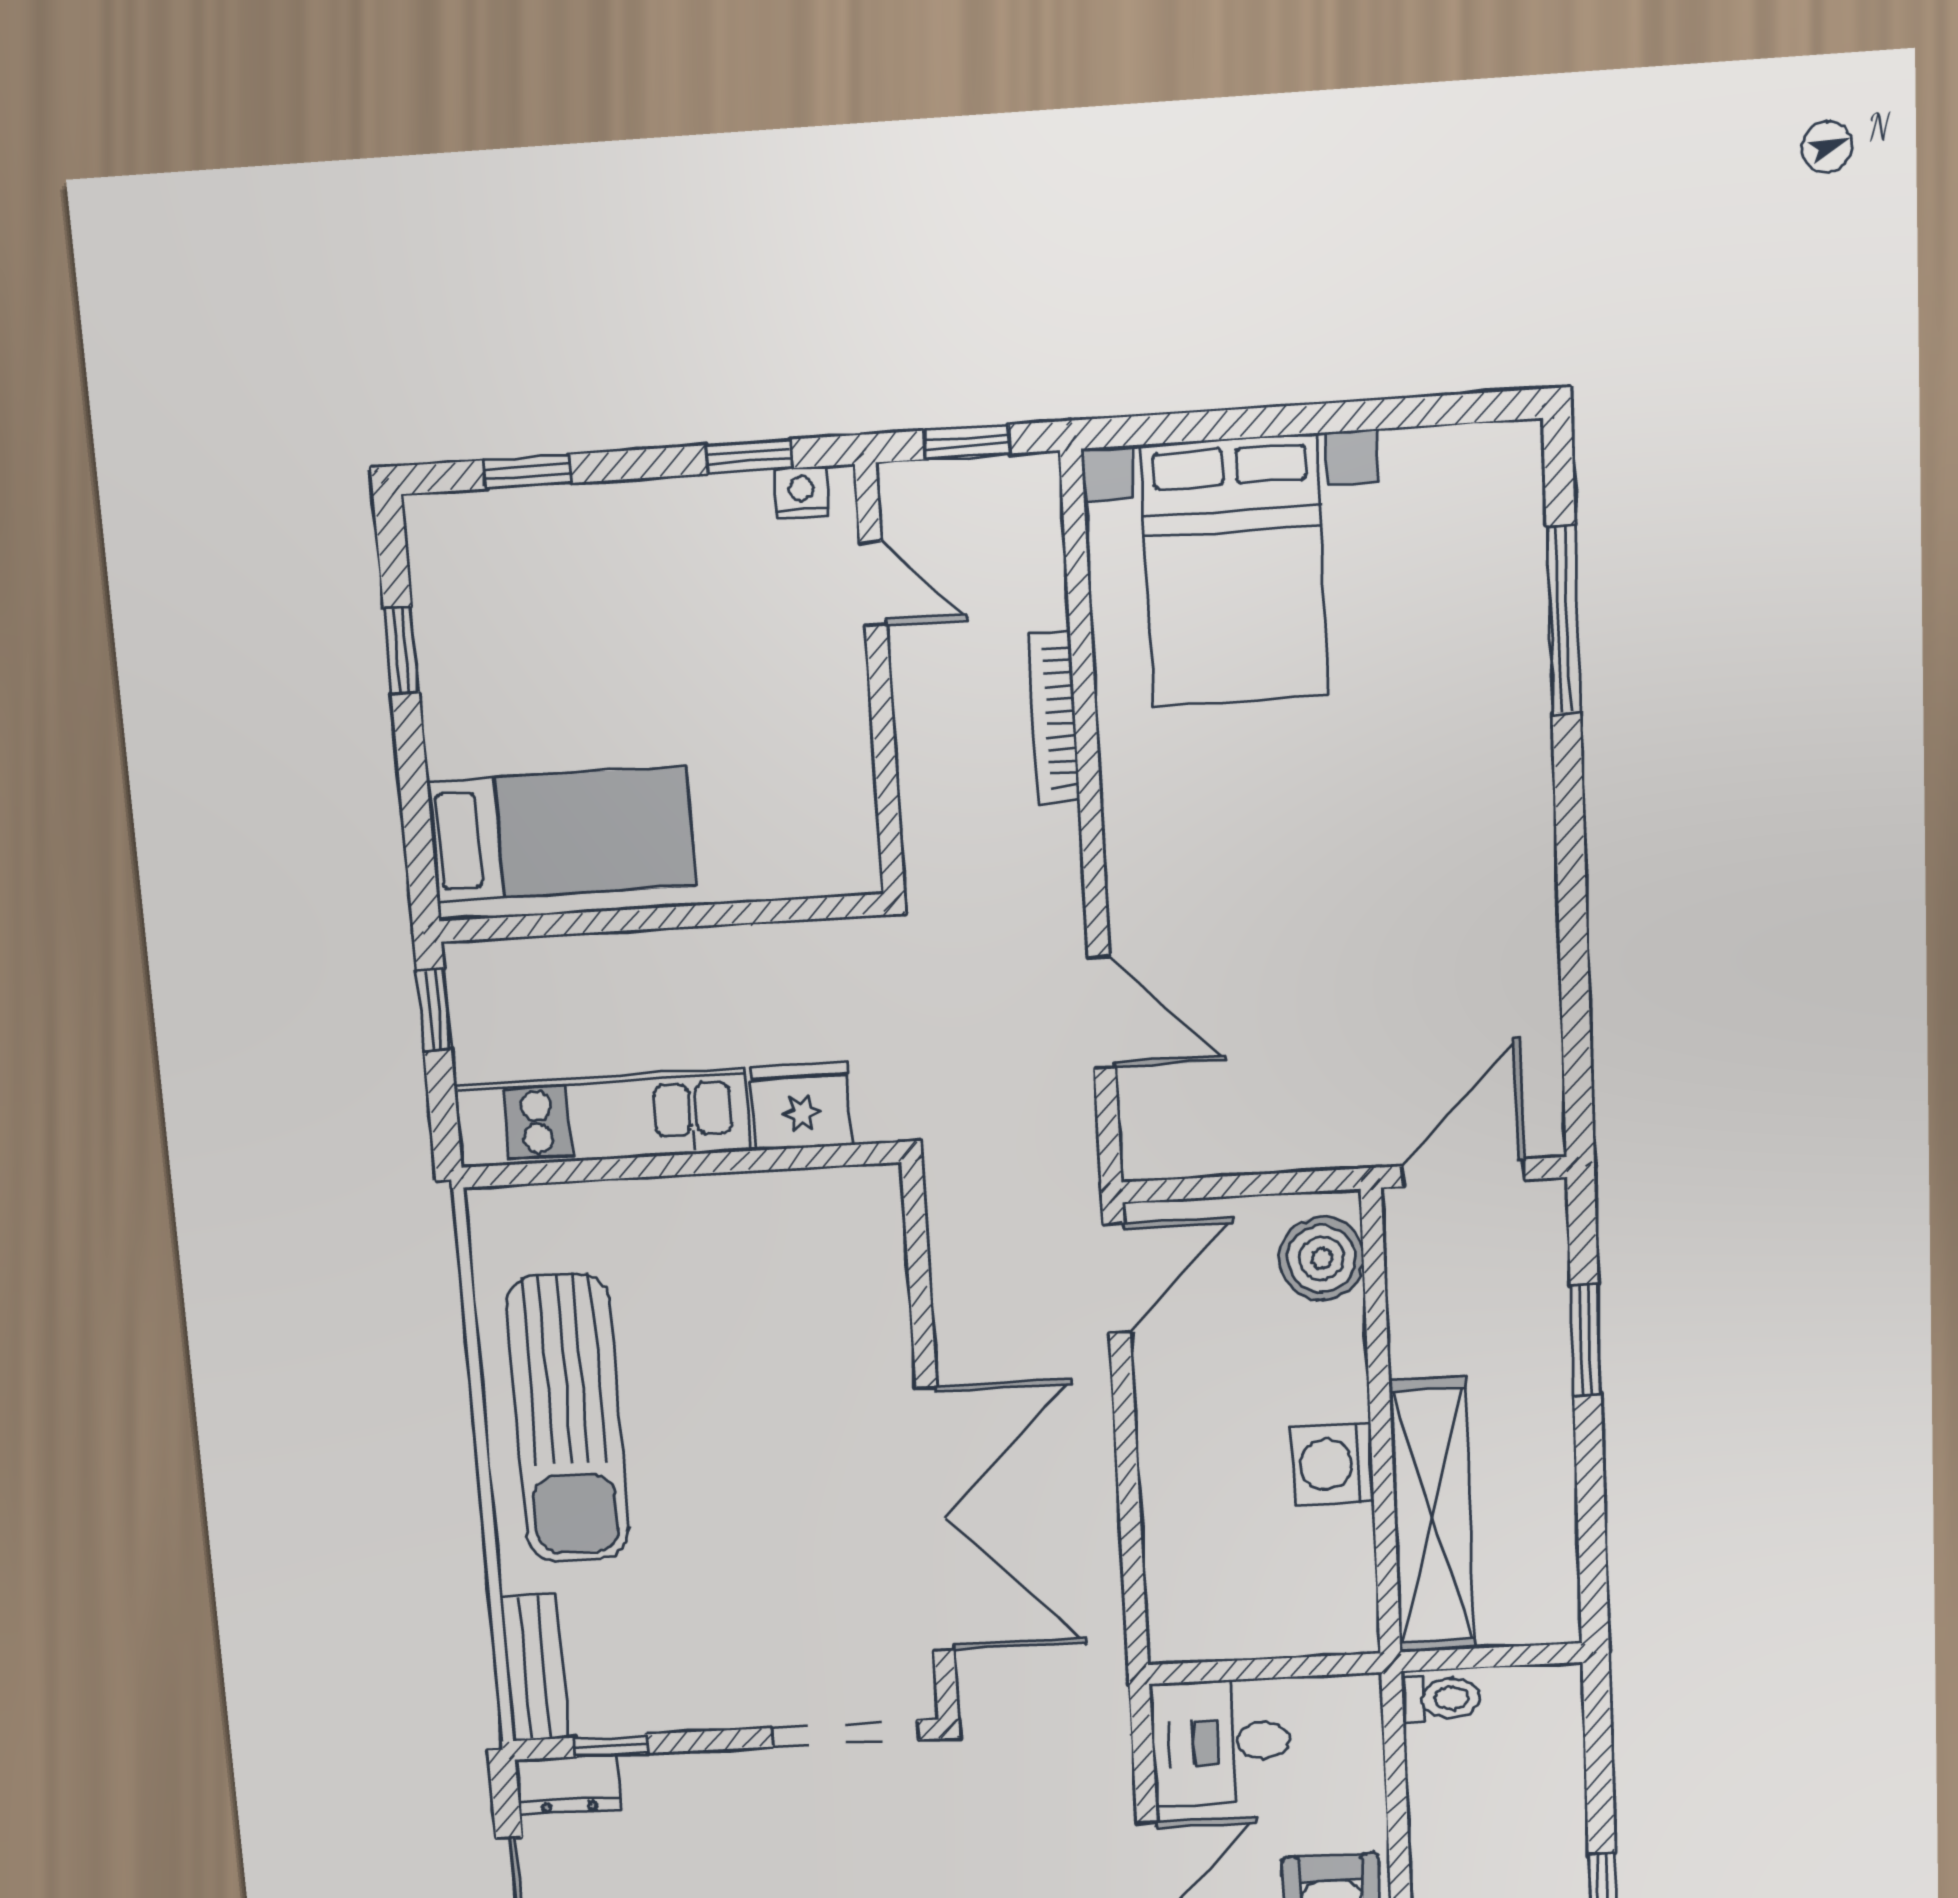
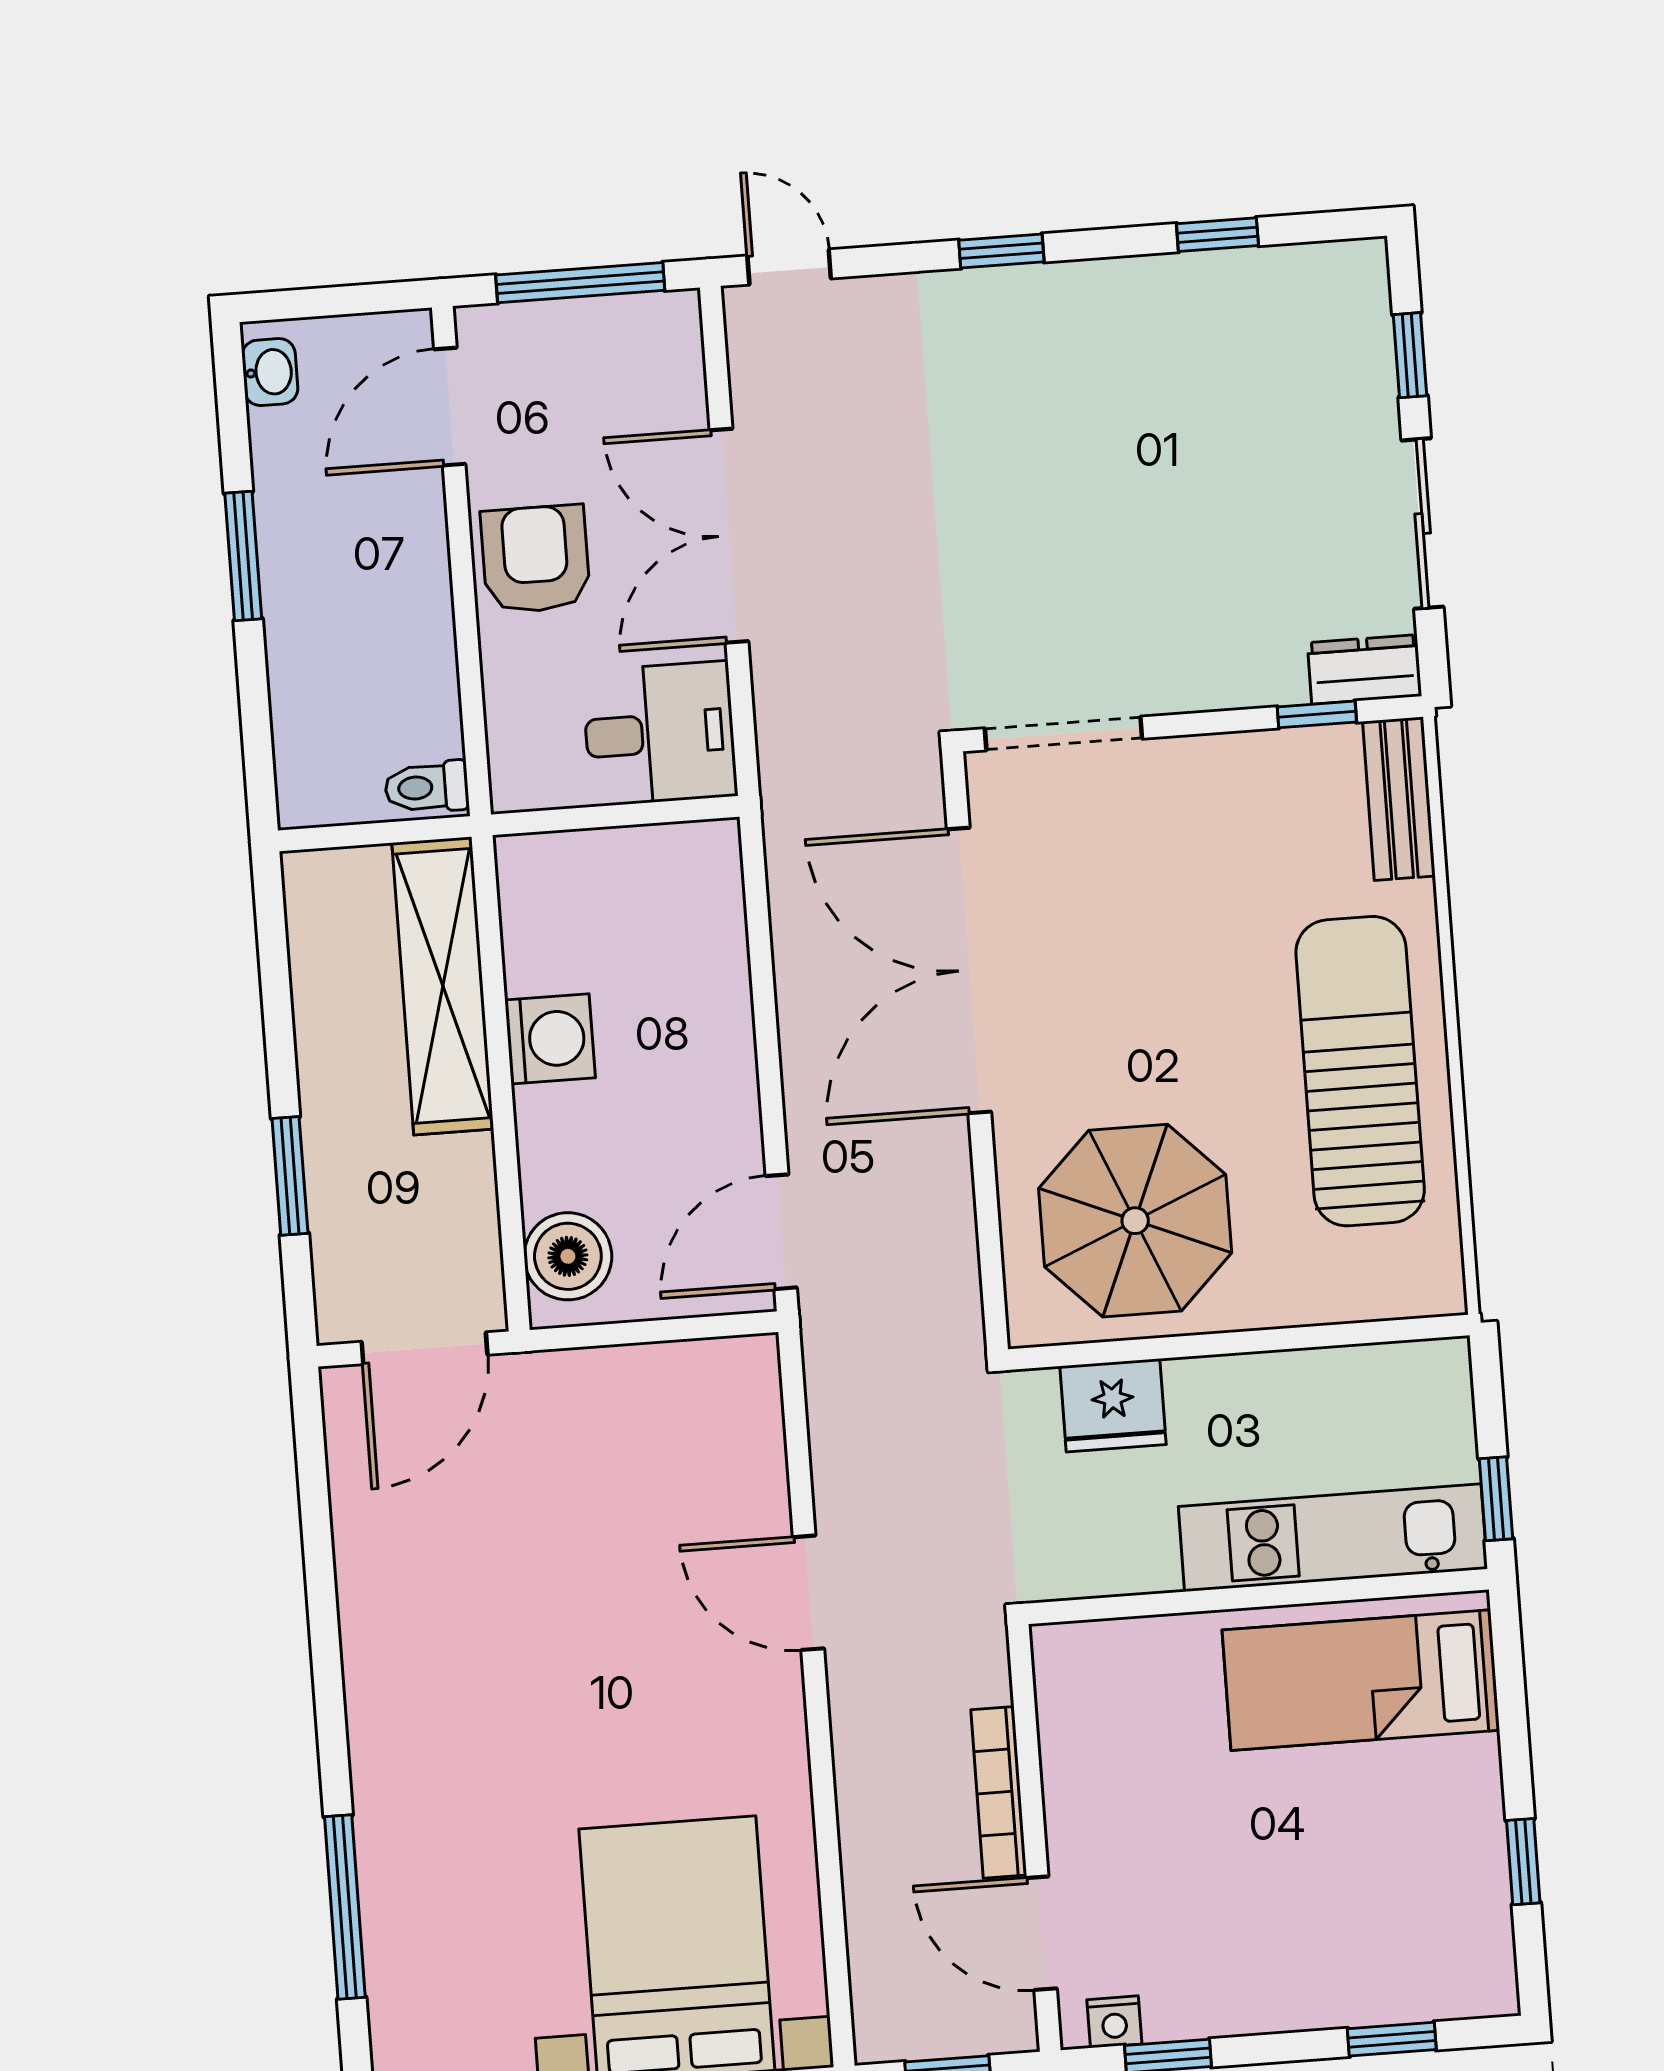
door: (873, 584) -> (1041, 1933), width x1.38
bookcase: (1054, 718) -> (999, 1792), moved, turned 180
door: (1102, 1012) -> (808, 1593), moved
kitchen unit: (604, 1118) -> (1333, 1538), moved, turned 180
parasol: (780, 1282) -> (1135, 1221), added

